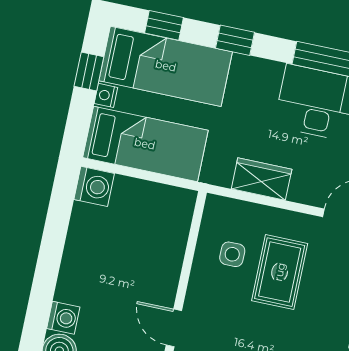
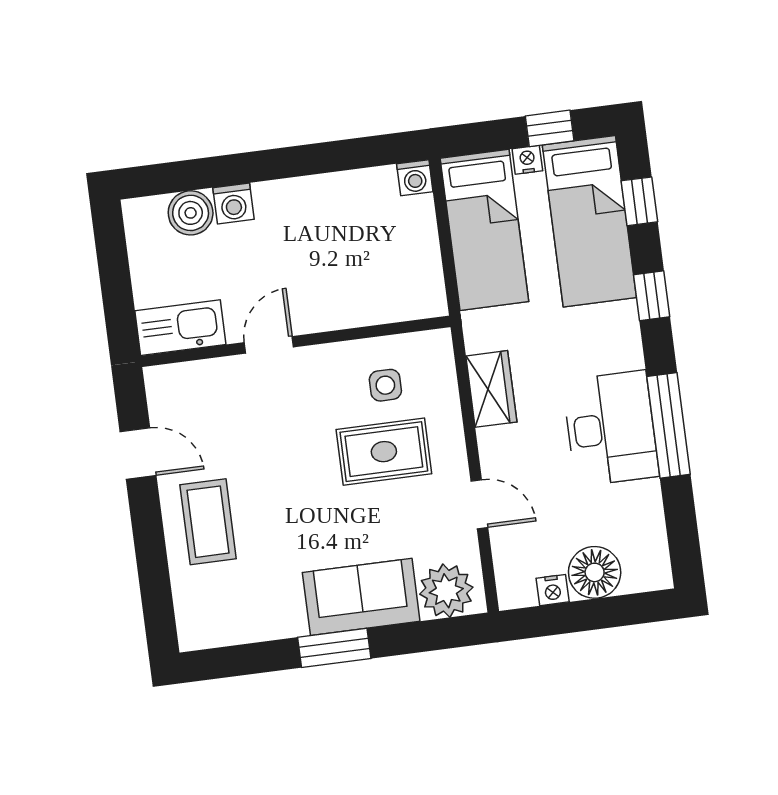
washing machine: (94, 186) -> (415, 178), width x0.73, depth x0.73

